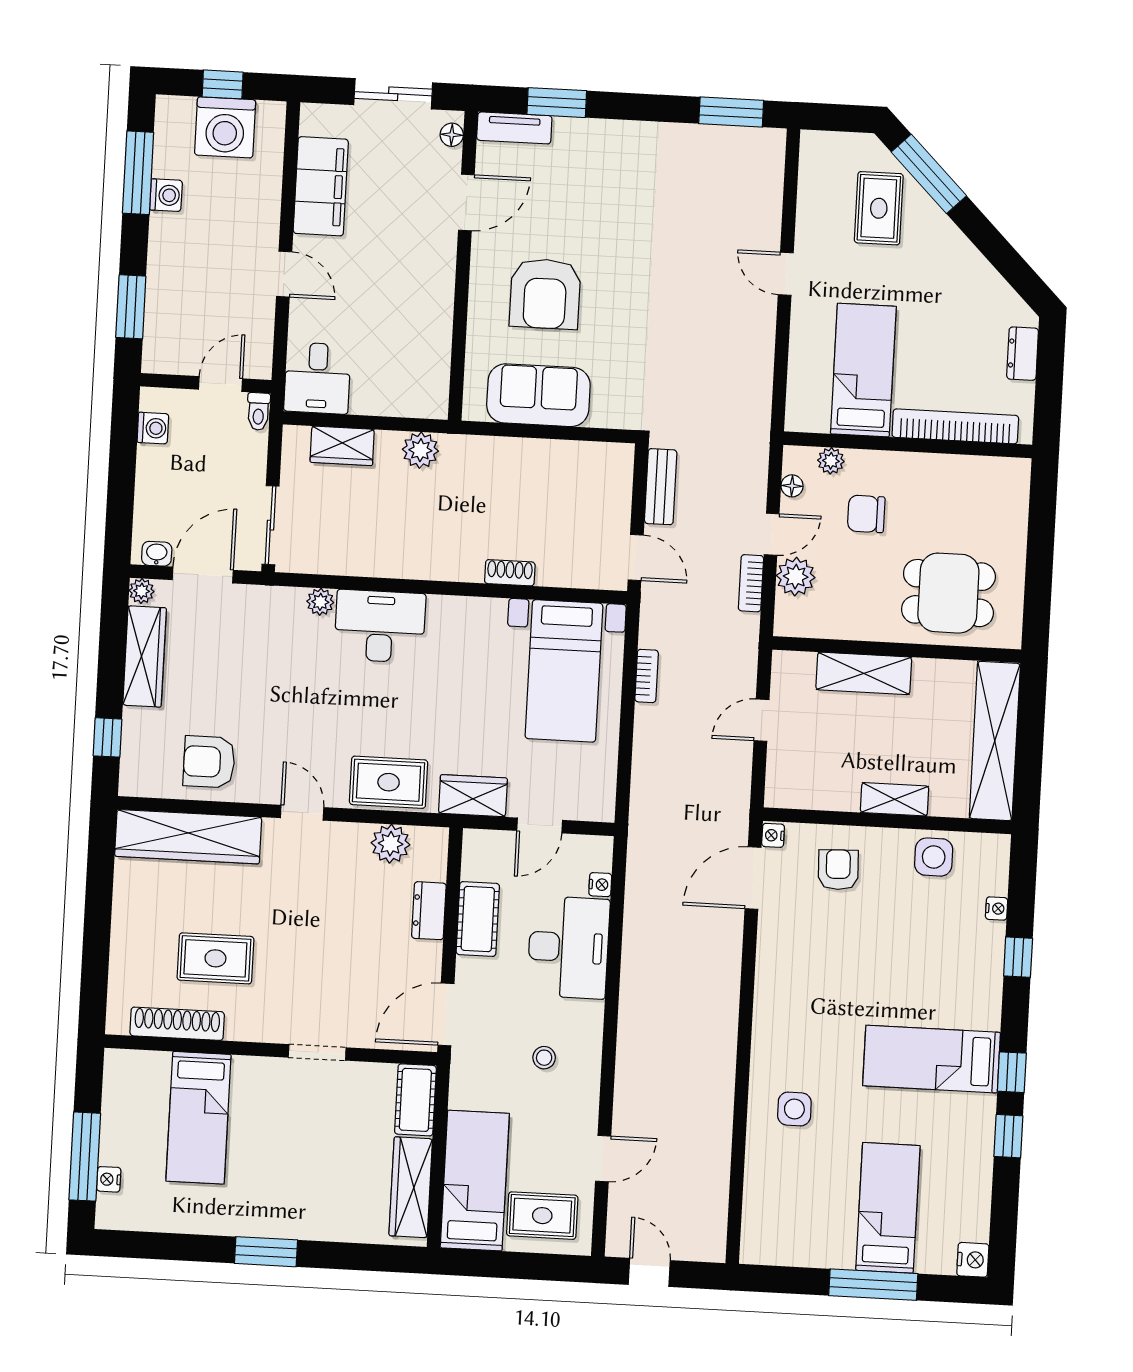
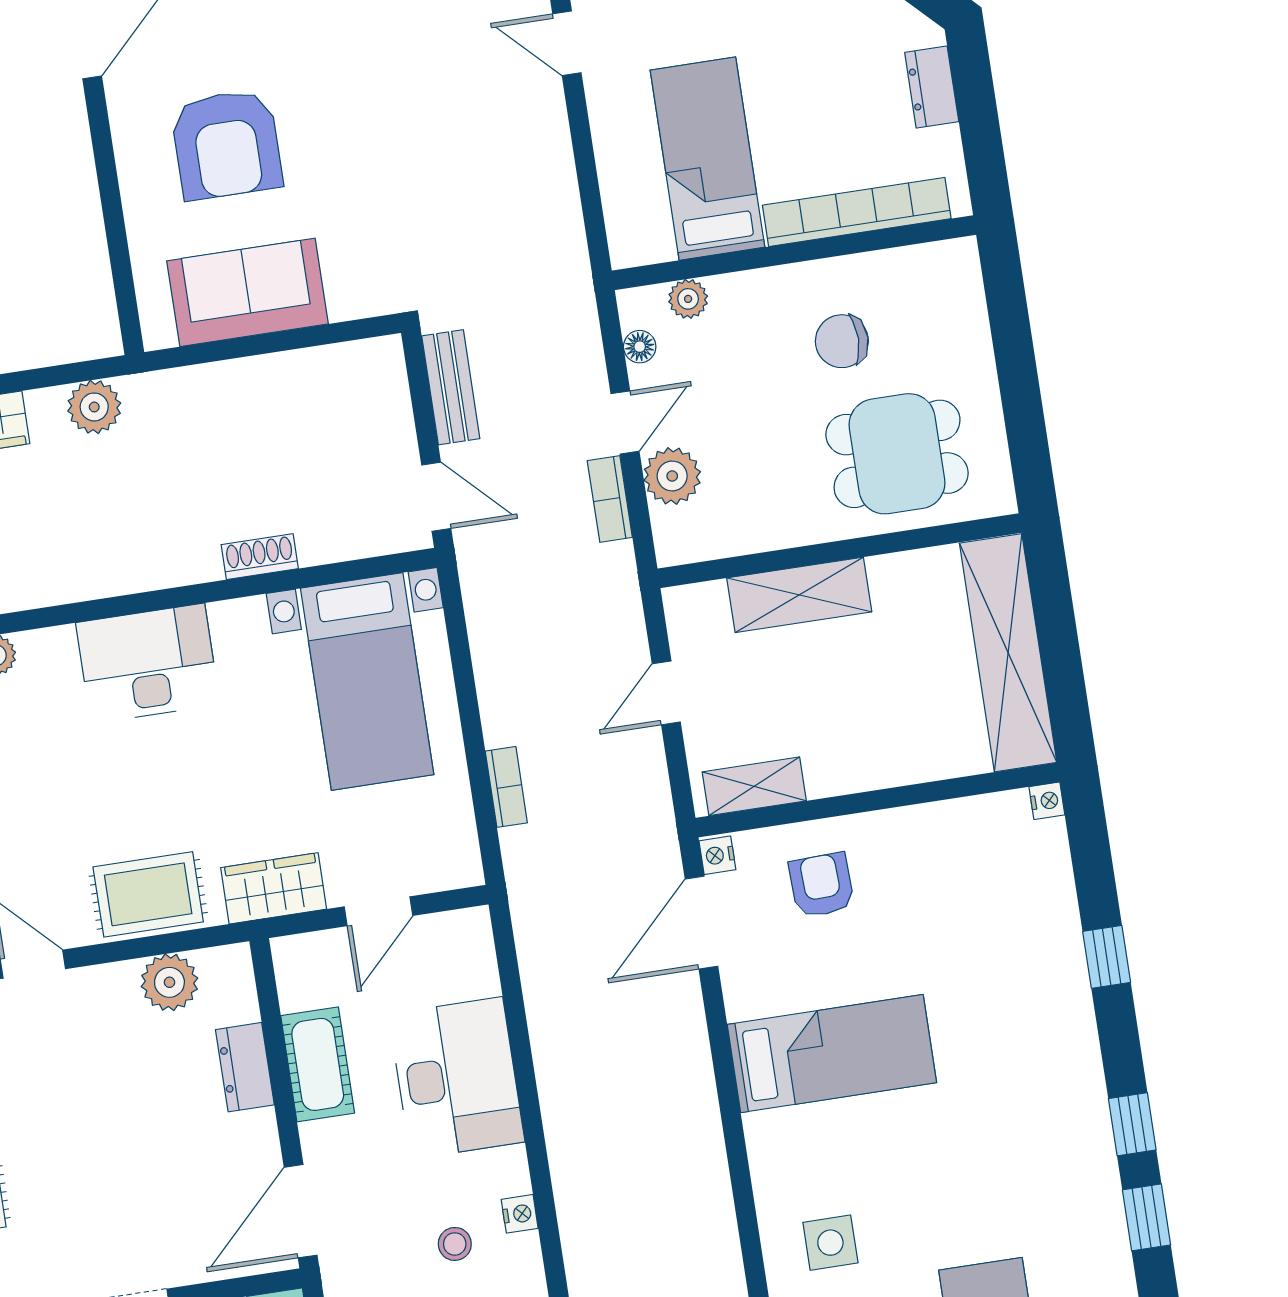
chair: (866, 514) -> (842, 341), moved
desk: (380, 626) -> (148, 664), moved
bookcase: (647, 676) -> (506, 787), moved
shelving: (895, 799) -> (754, 786), moved
side table: (934, 857) -> (955, 838), removed
nightstand: (600, 885) -> (520, 1214), moved
nightstand: (997, 909) -> (1047, 801), moved
bed: (932, 1059) -> (832, 1054), moved, turned 180

